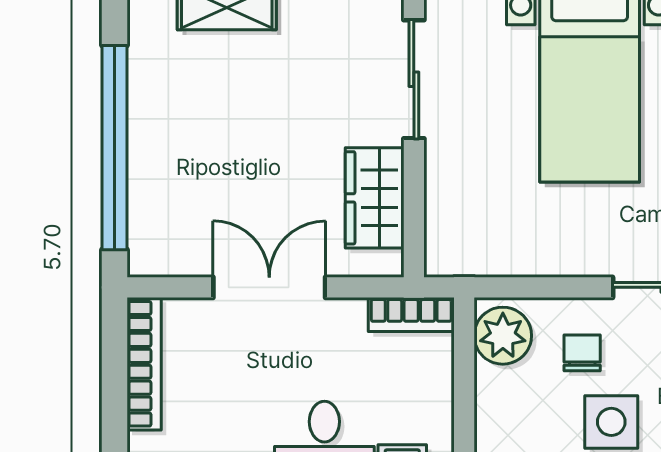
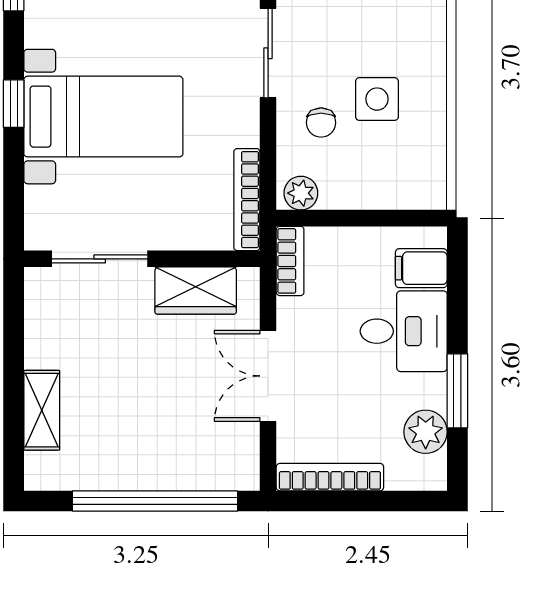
bookcase: (487, 261) -> (247, 200), added
plant: (503, 336) -> (301, 193), width x0.73, depth x0.73
chair: (582, 353) -> (321, 123), turned -90

